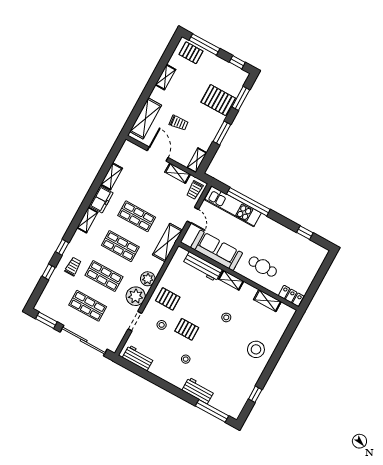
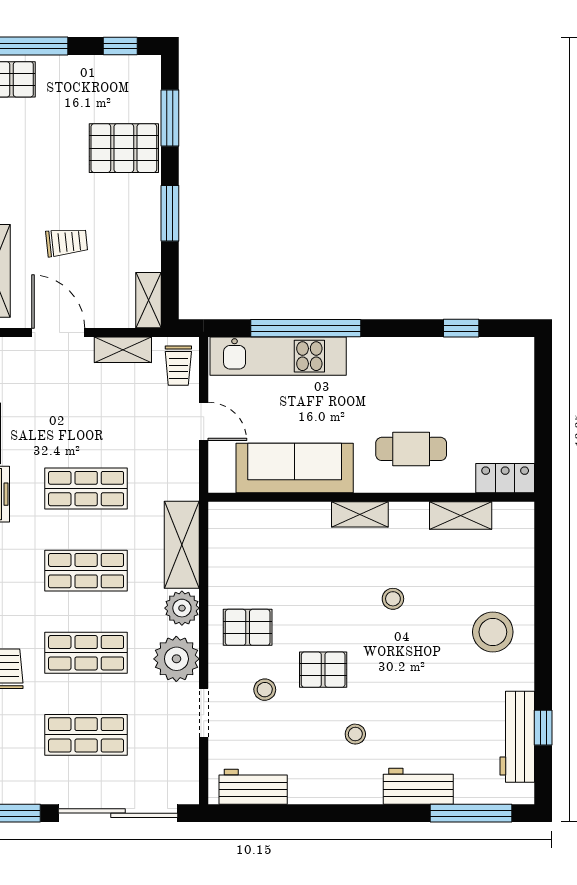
shelving: (168, 243) -> (182, 545), moved
workbench: (202, 267) -> (517, 737), moved, turned 90

